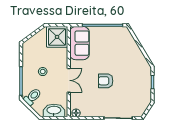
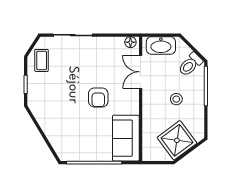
shower: (57, 37) -> (177, 140), moved, turned -36
double door: (69, 80) -> (141, 72), moved
armchair: (106, 81) -> (98, 98), moved, turned 90
coffee table: (141, 100) -> (42, 60), added

